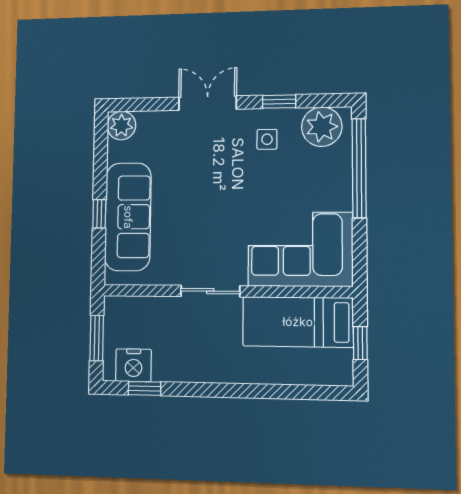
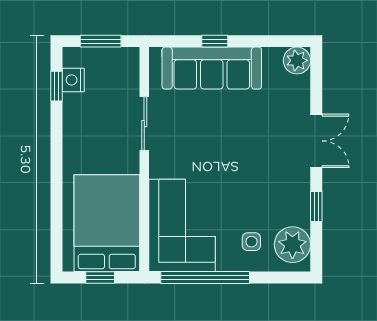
side table: (267, 139) -> (251, 242), moved
window: (359, 168) -> (205, 278), moved
sliding door: (210, 291) -> (144, 124), moved
bed: (298, 322) -> (107, 223), width x1.50
nightstand: (133, 365) -> (73, 80), width x0.74, depth x0.75

